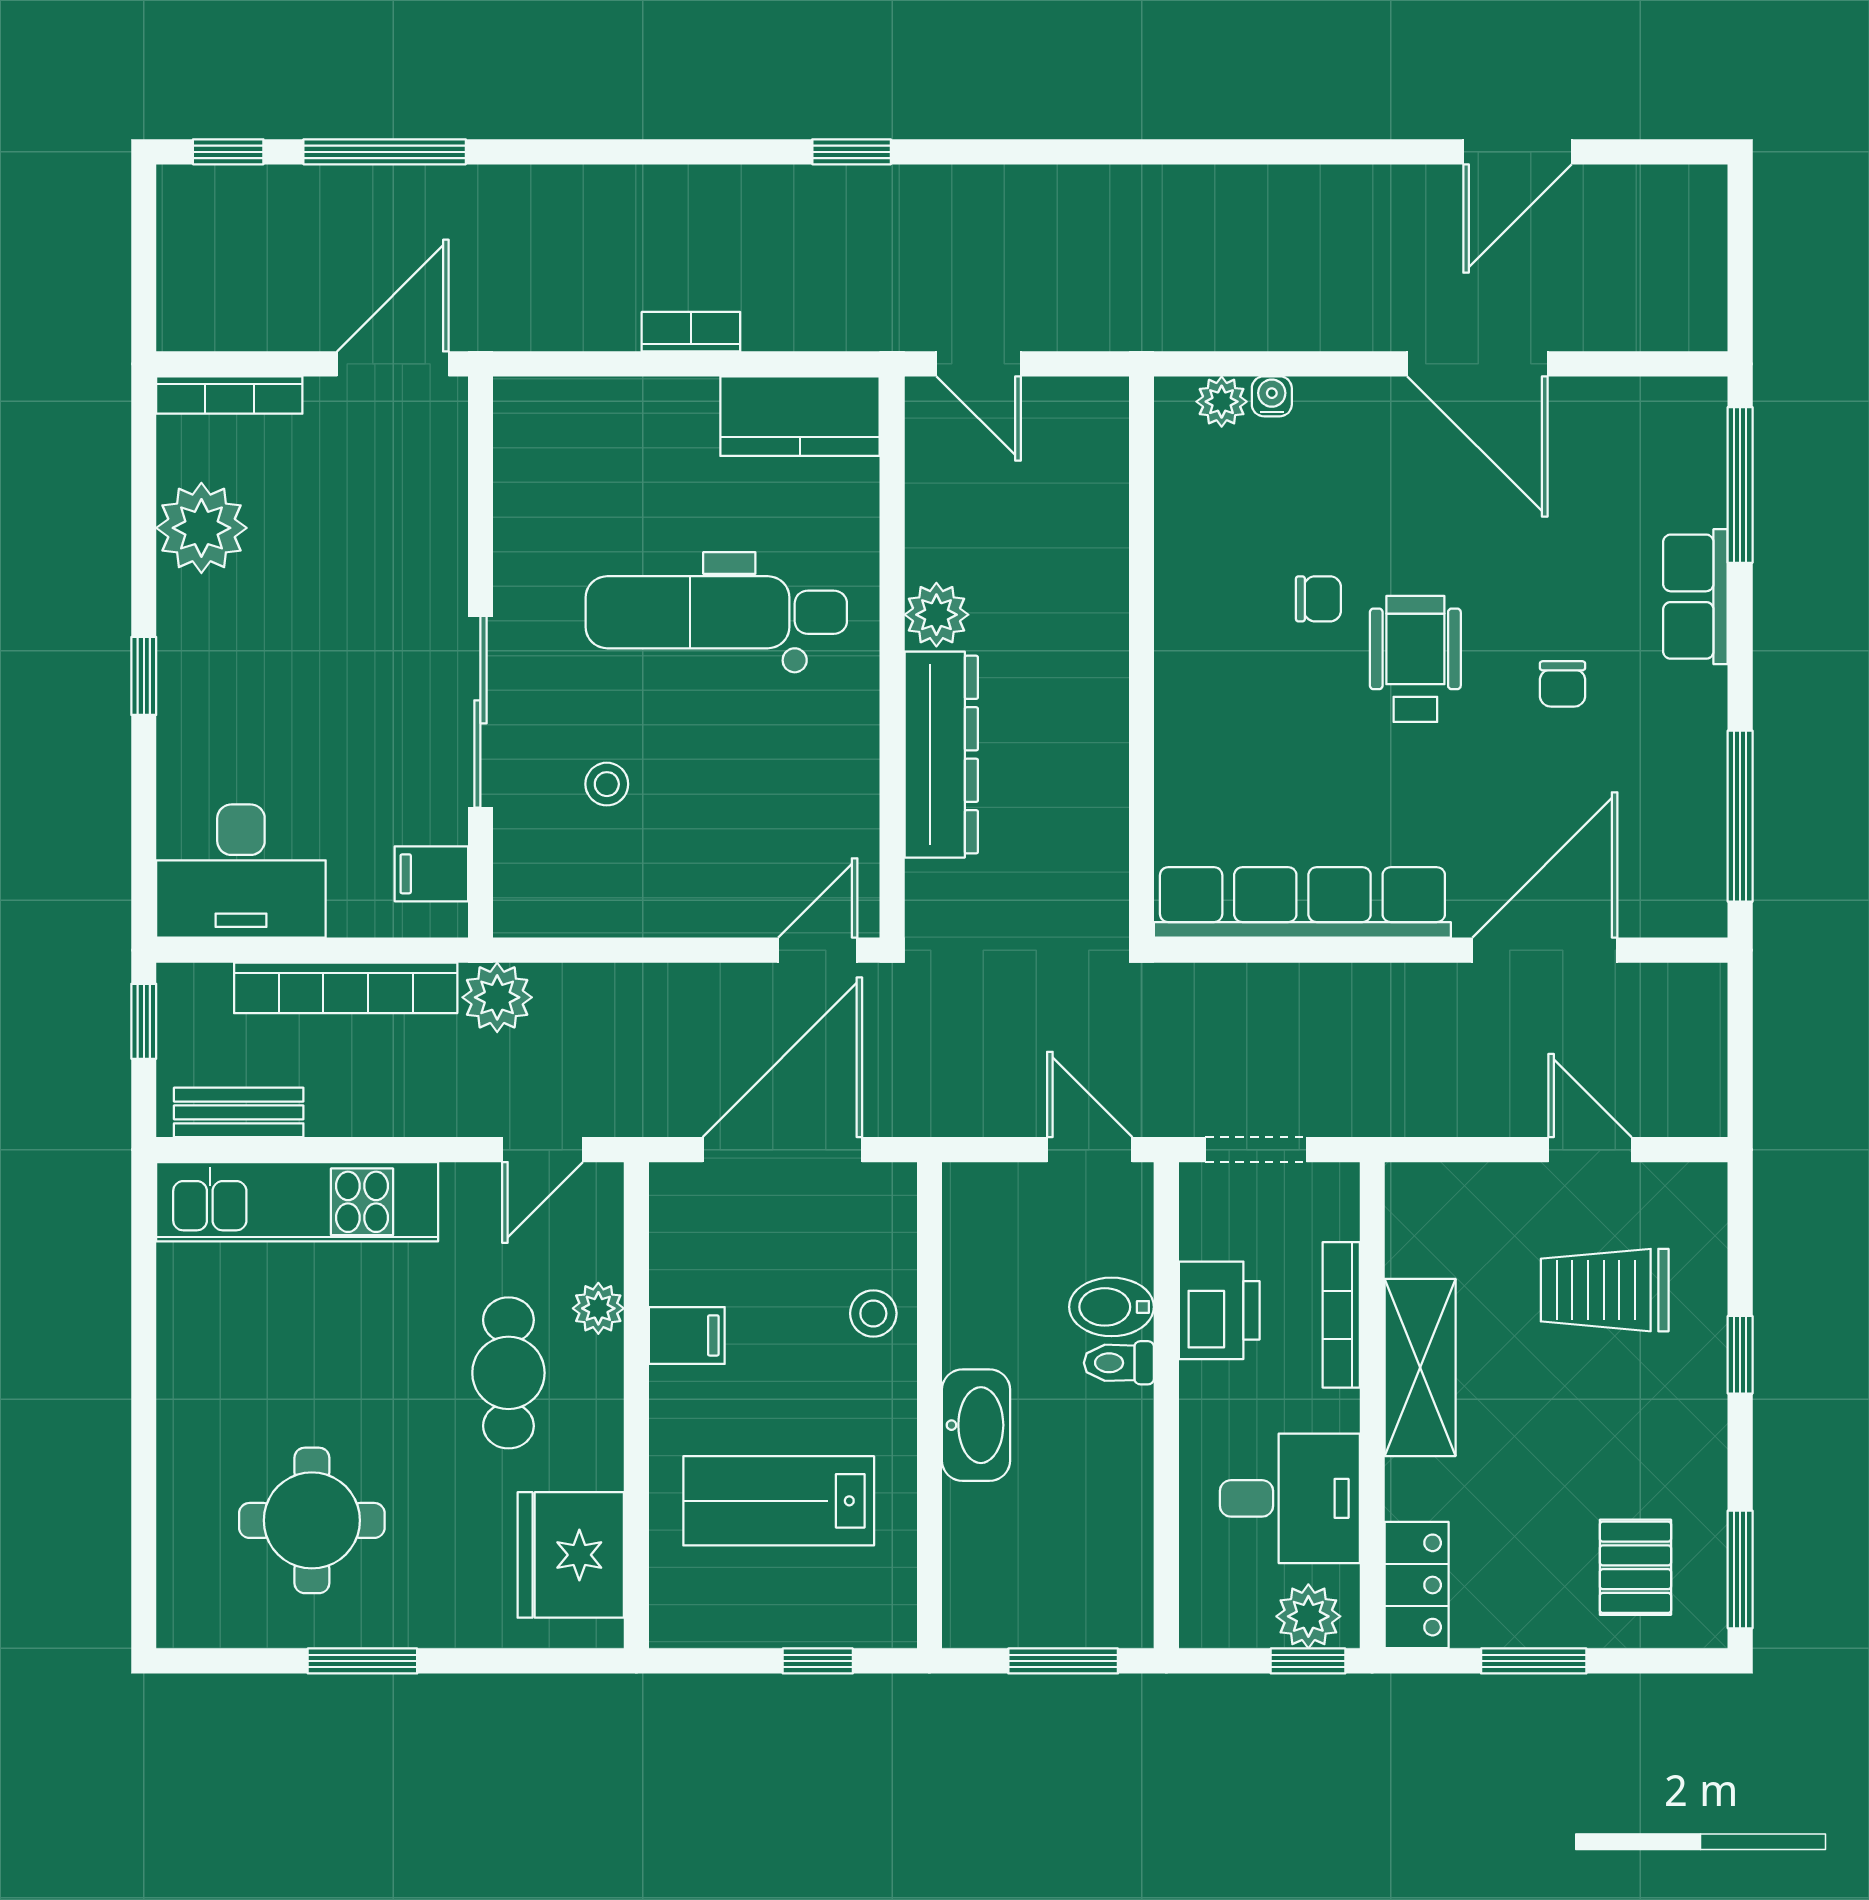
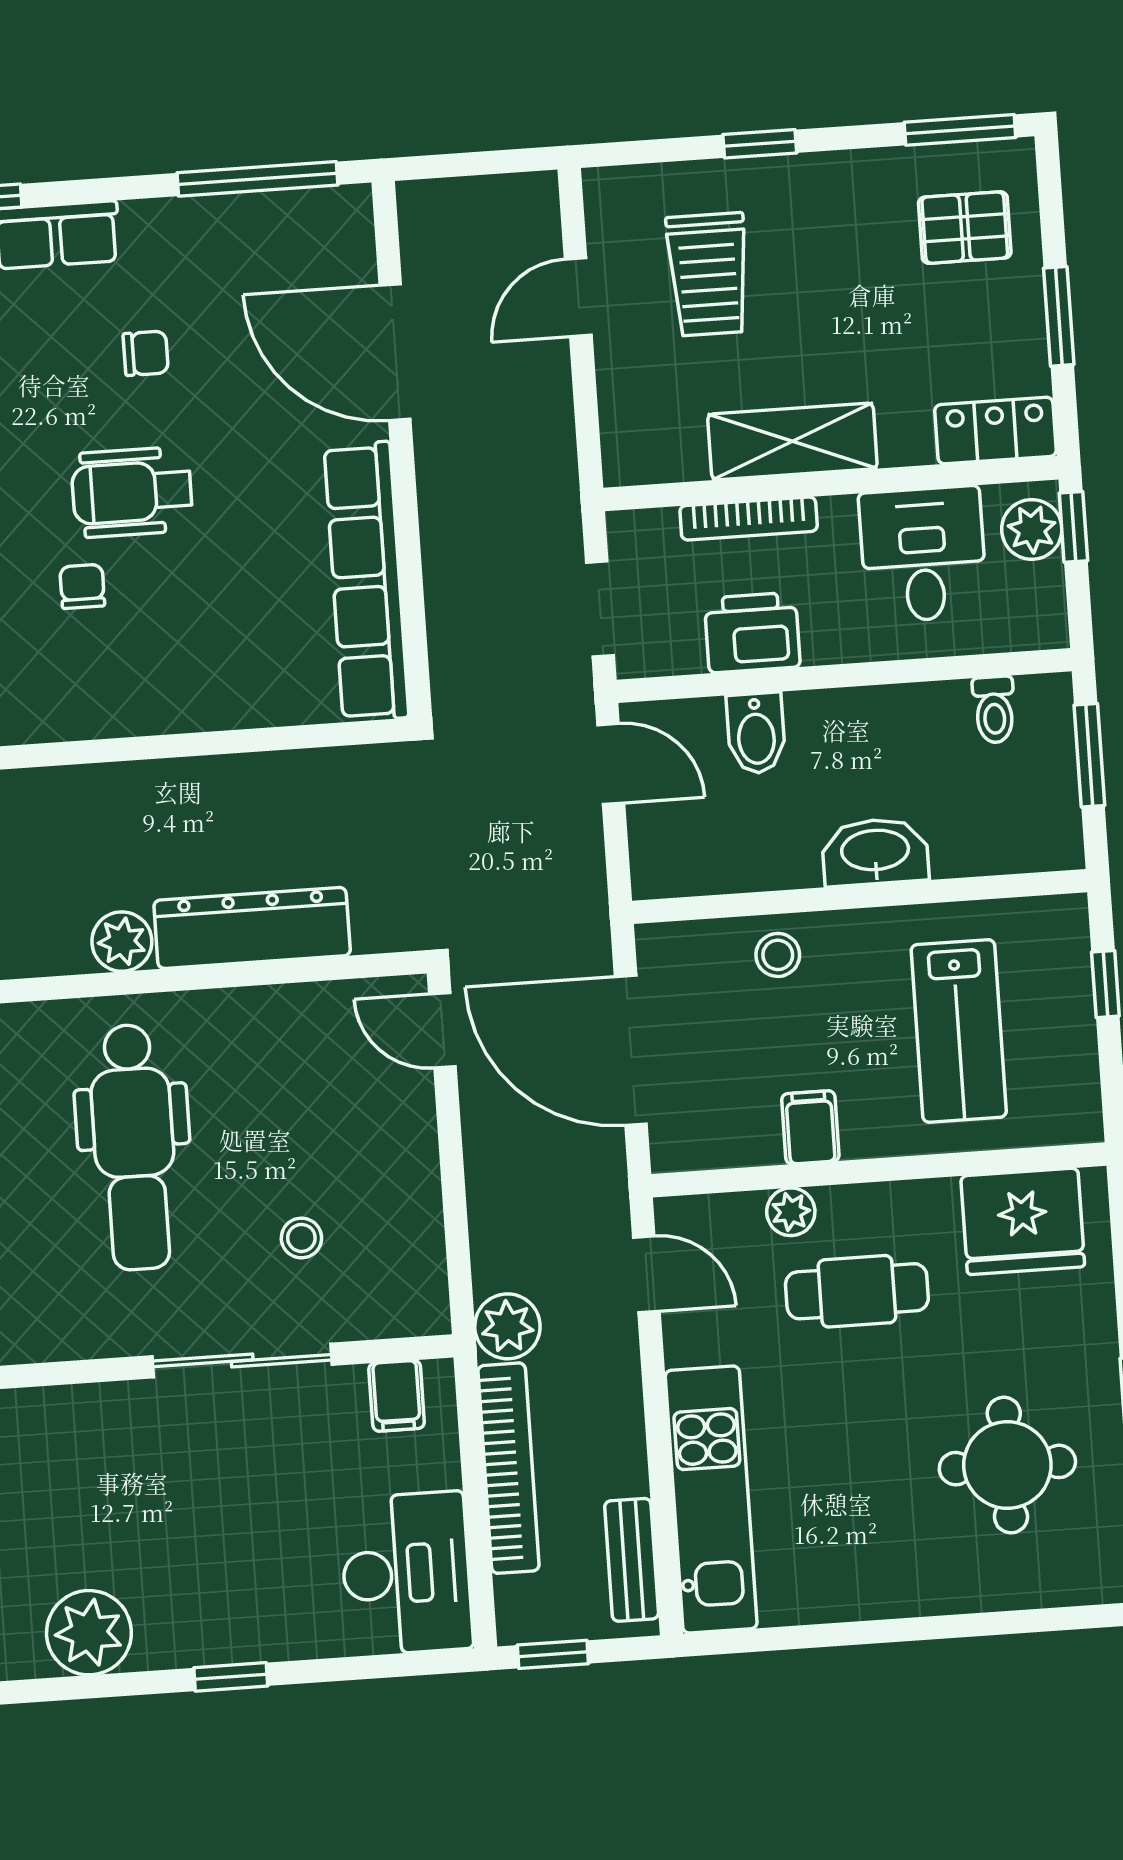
door: (1090, 1150) -> (611, 764), swing flipped
toilet: (1119, 1363) -> (994, 710), moved

